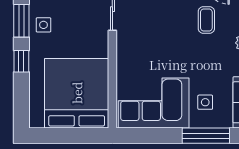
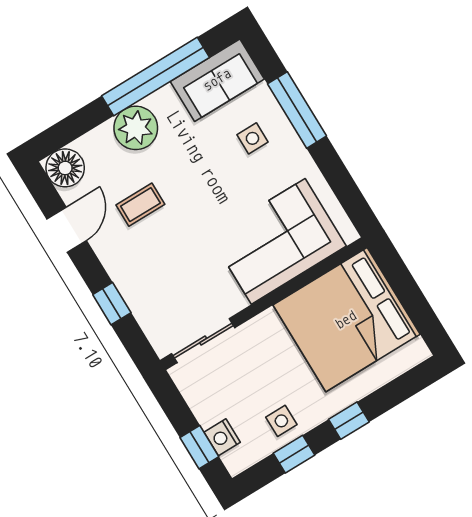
window: (21, 21) -> (294, 454), width x0.67
corner sofa: (154, 103) -> (278, 241), moved, turned 90

